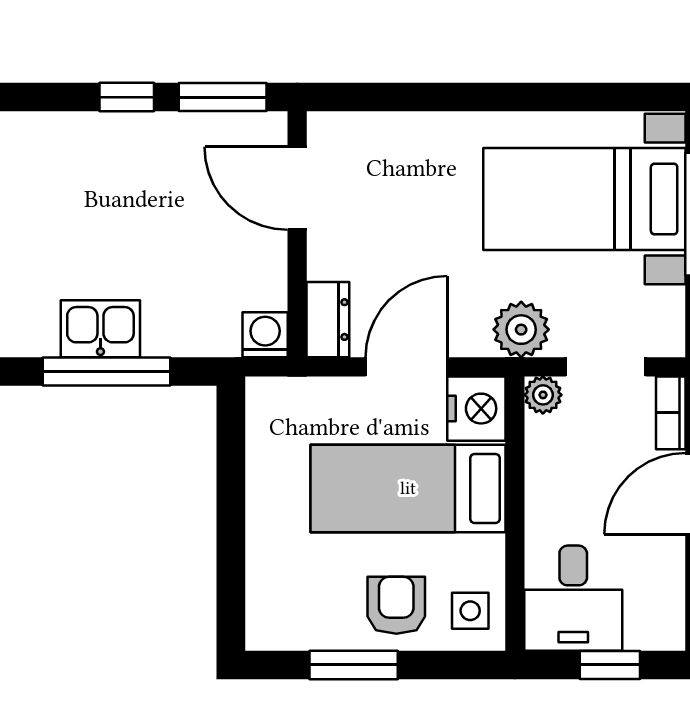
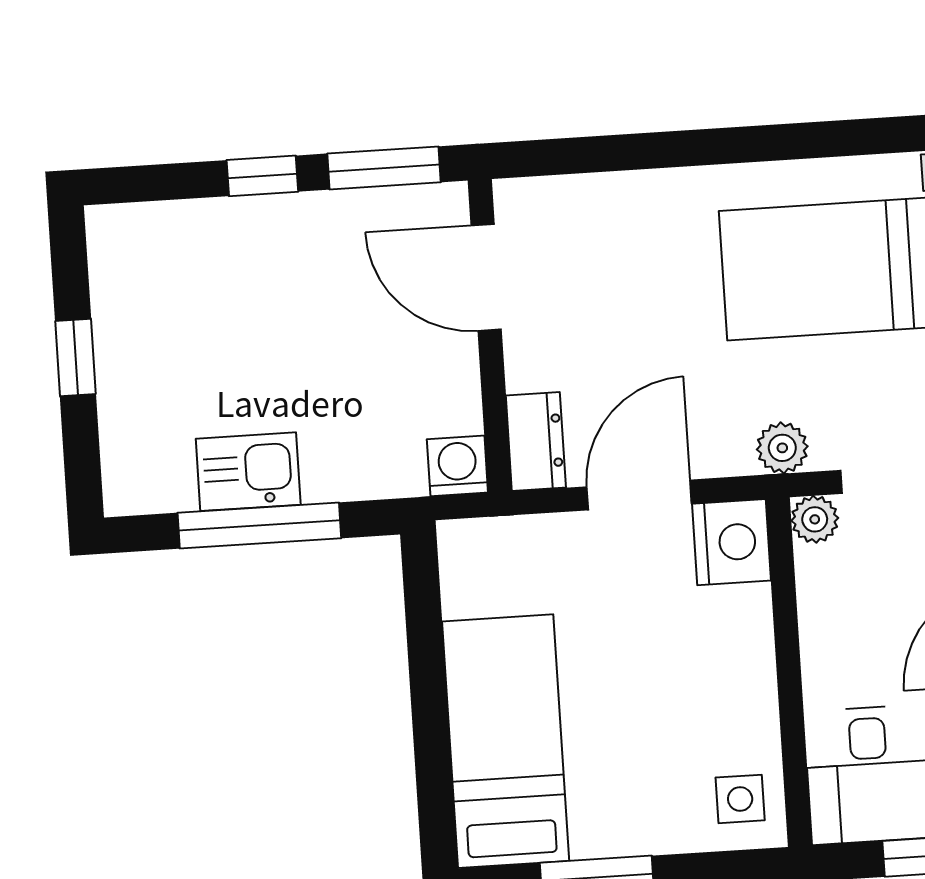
plant: (521, 330) -> (782, 448), width x0.73, depth x0.73
bed: (408, 488) -> (506, 741), moved, turned 90
armchair: (396, 605) -> (646, 798), removed

